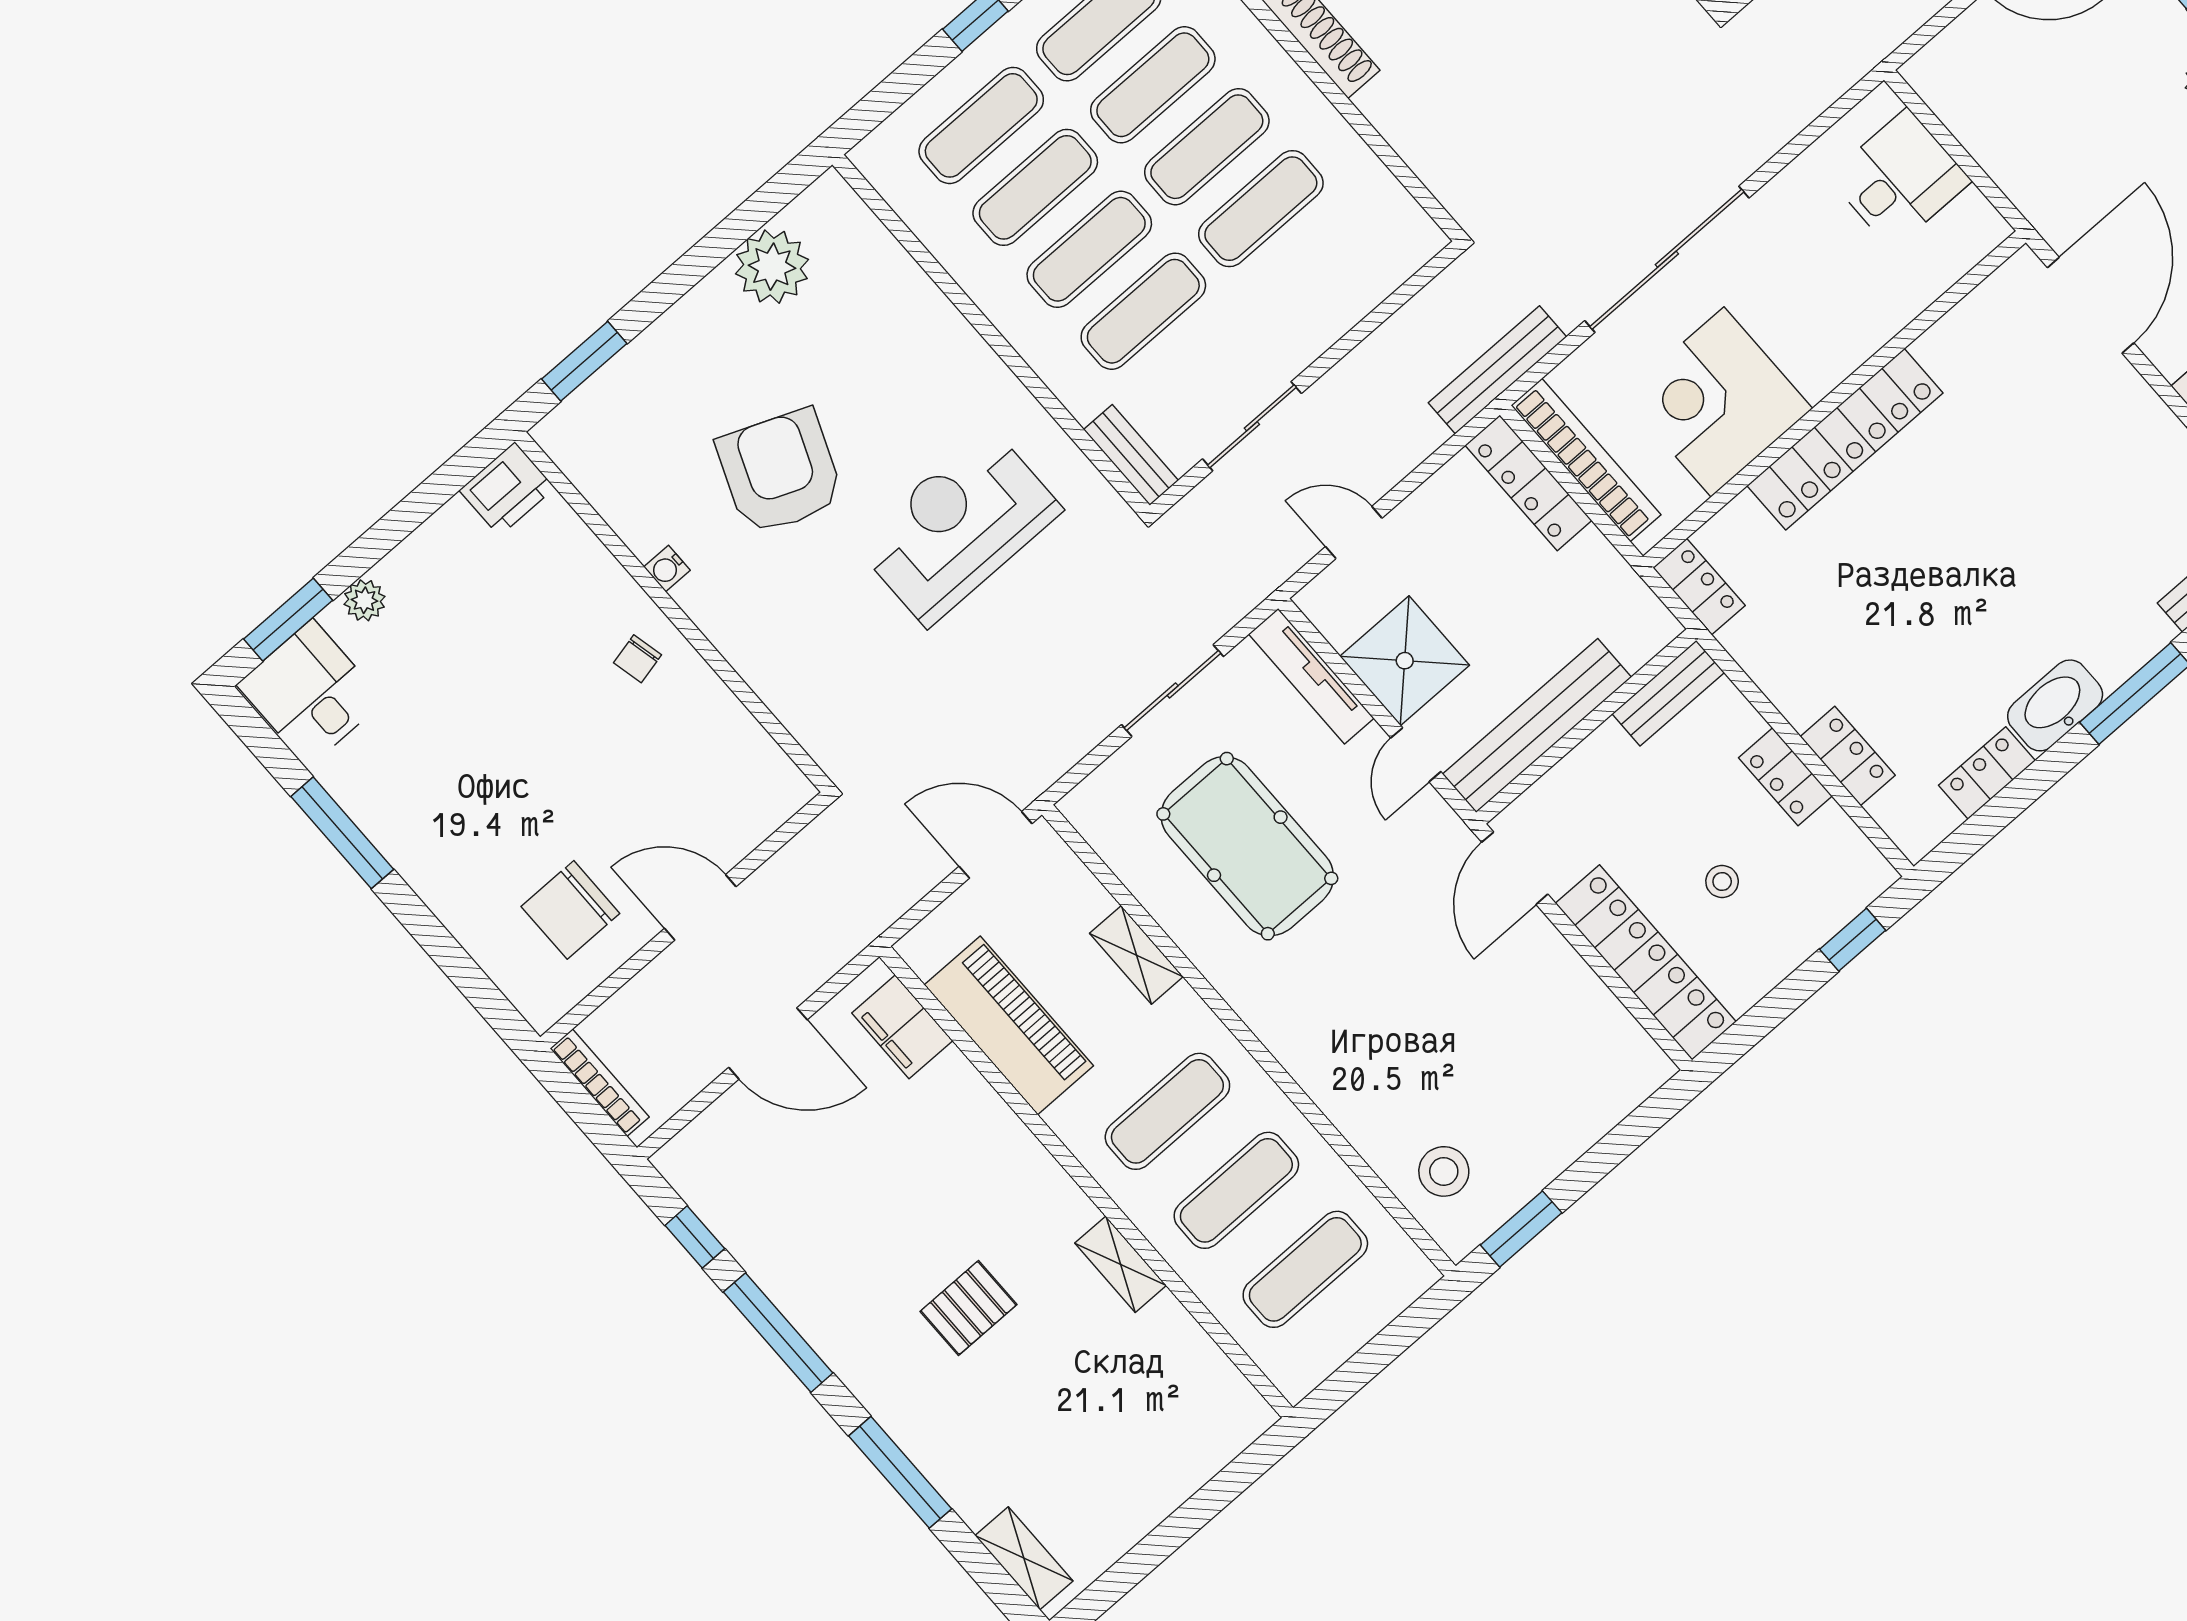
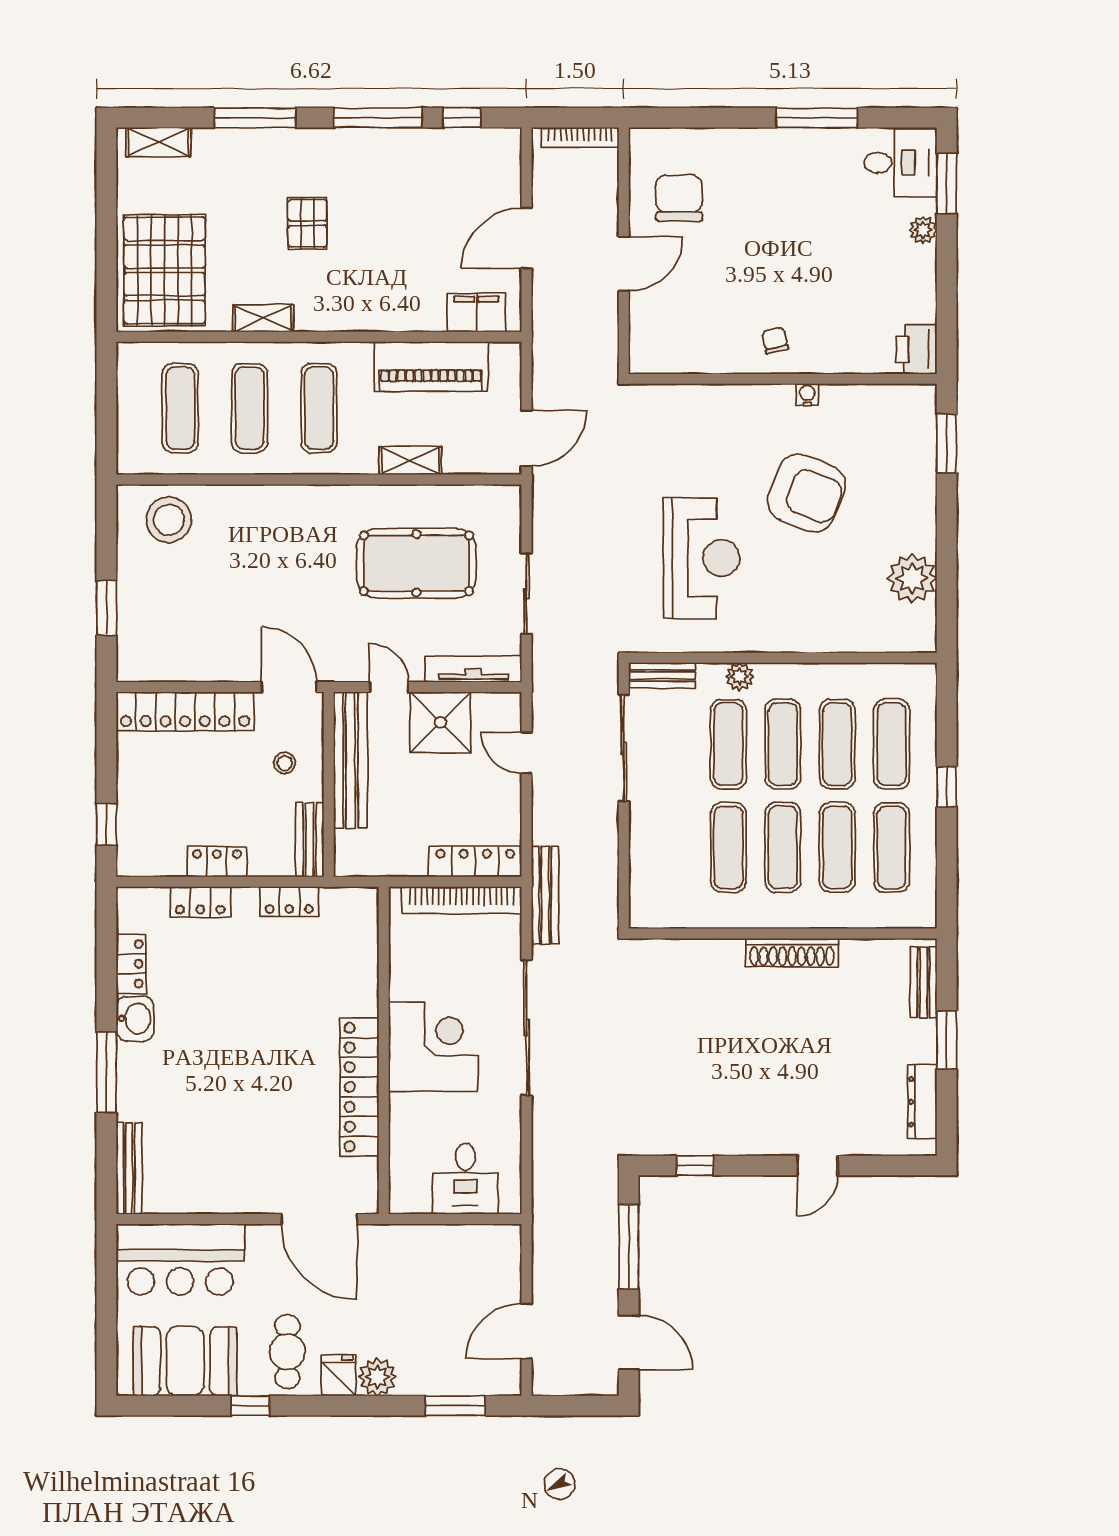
plant: (1055, 366) -> (740, 677), added
corner desk: (1718, 402) -> (433, 1047), moved
sliding door: (1252, 426) -> (624, 748), width x1.37
locker: (1845, 439) -> (359, 1087), moved
door: (1354, 532) -> (527, 753), swing flipped
locker: (1699, 586) -> (289, 901), moved
washbasin: (2055, 705) -> (135, 1019), width x0.72
stool: (1722, 882) -> (285, 763), moved
stool: (1444, 1171) -> (169, 520), width x1.38, depth x1.38
window: (1521, 1229) -> (106, 608), moved
pallet: (1164, 1424) -> (165, 270), added

